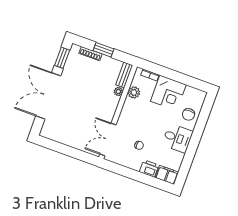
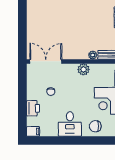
plant: (134, 92) -> (83, 69), moved
filing cabinet: (167, 175) -> (33, 131), width x0.50

